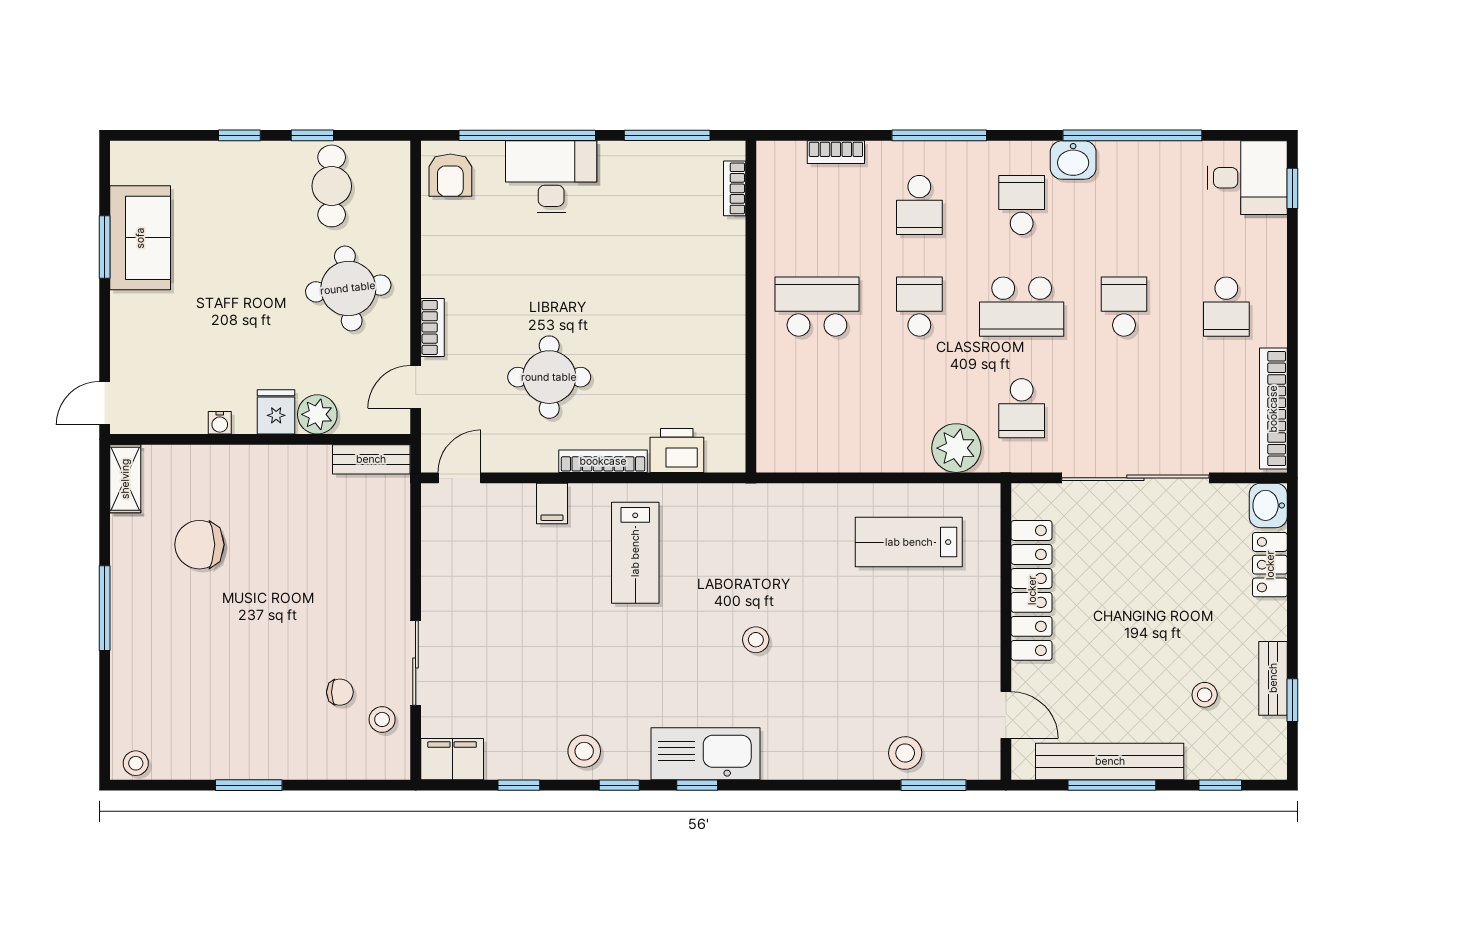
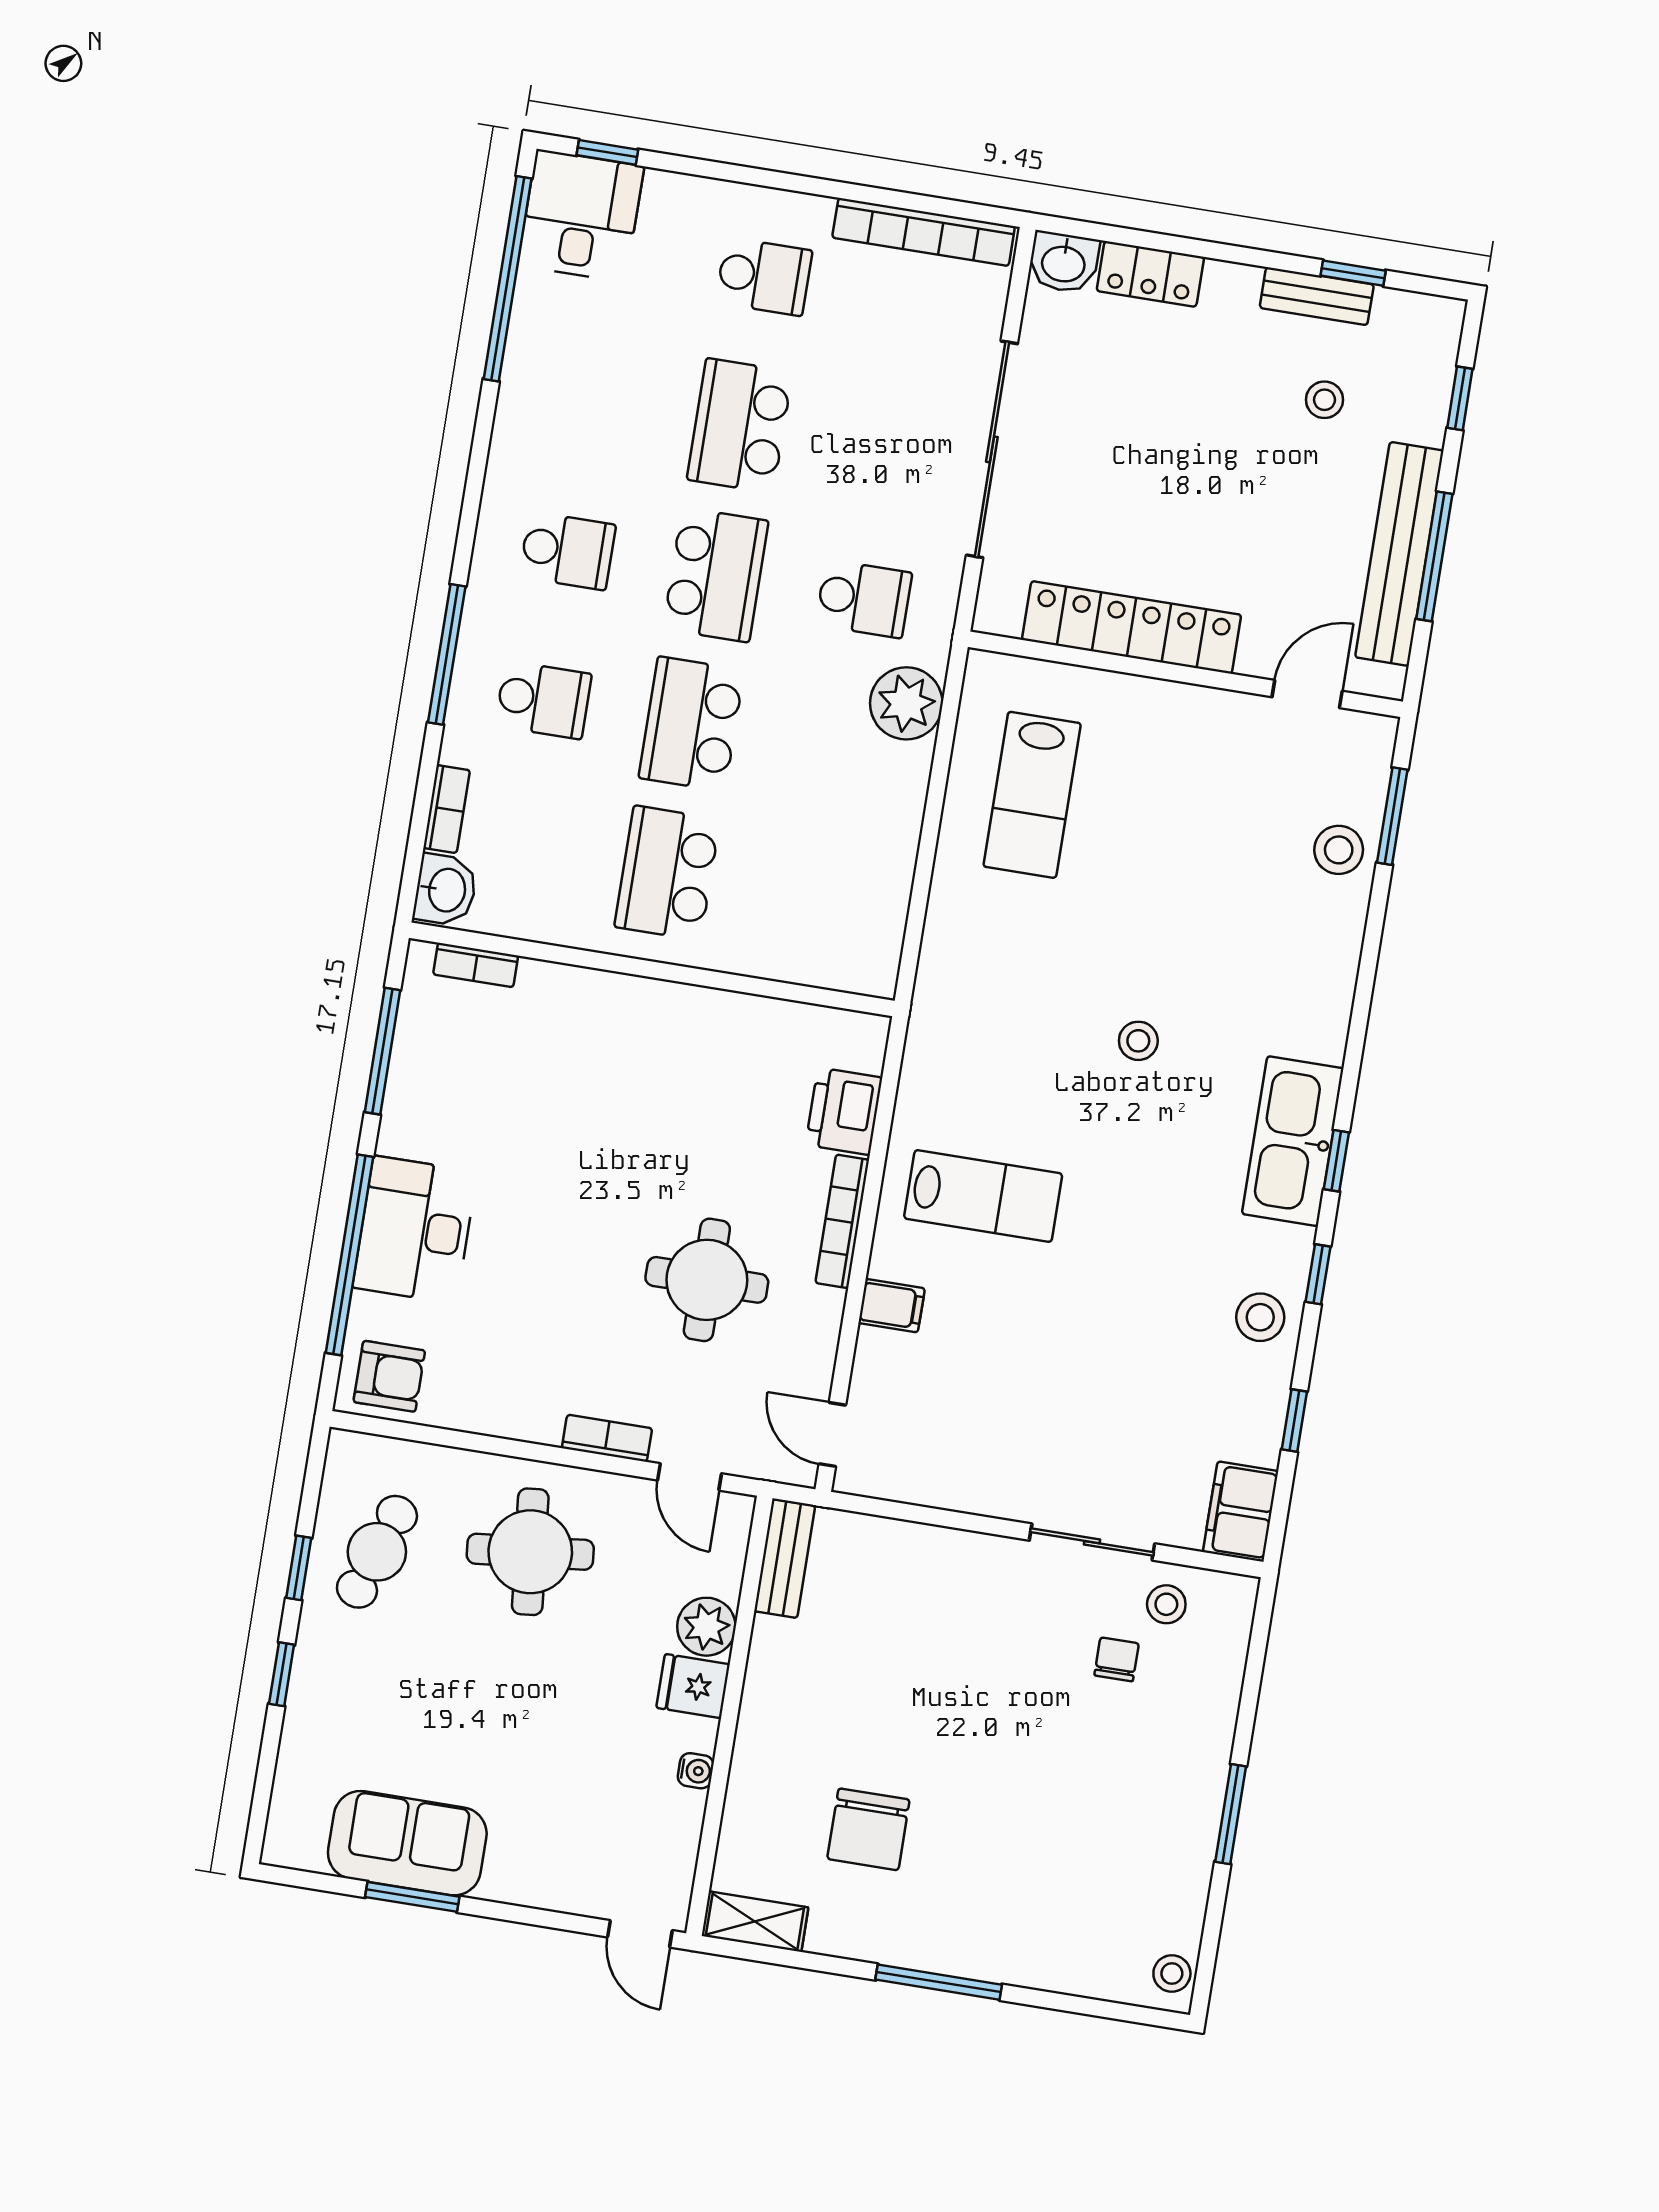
window: (1132, 135) -> (508, 279), moved
washbasin: (1073, 160) -> (445, 890), moved
cafe table: (332, 186) -> (377, 1552), turned -71
school desk: (1022, 205) -> (567, 551), turned 180
school desk: (919, 307) -> (691, 724), width x1.85
school desk: (1124, 307) -> (740, 426), width x1.85

